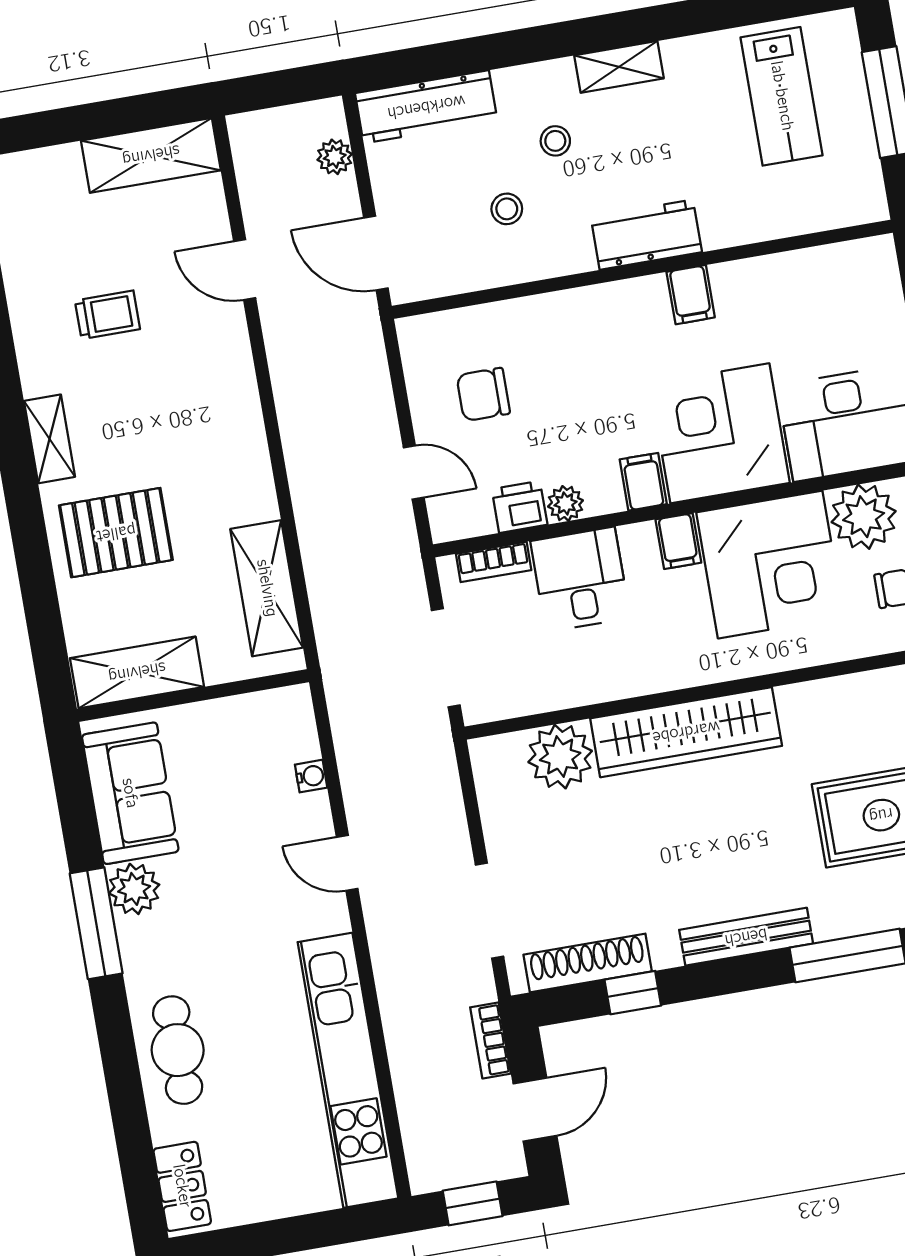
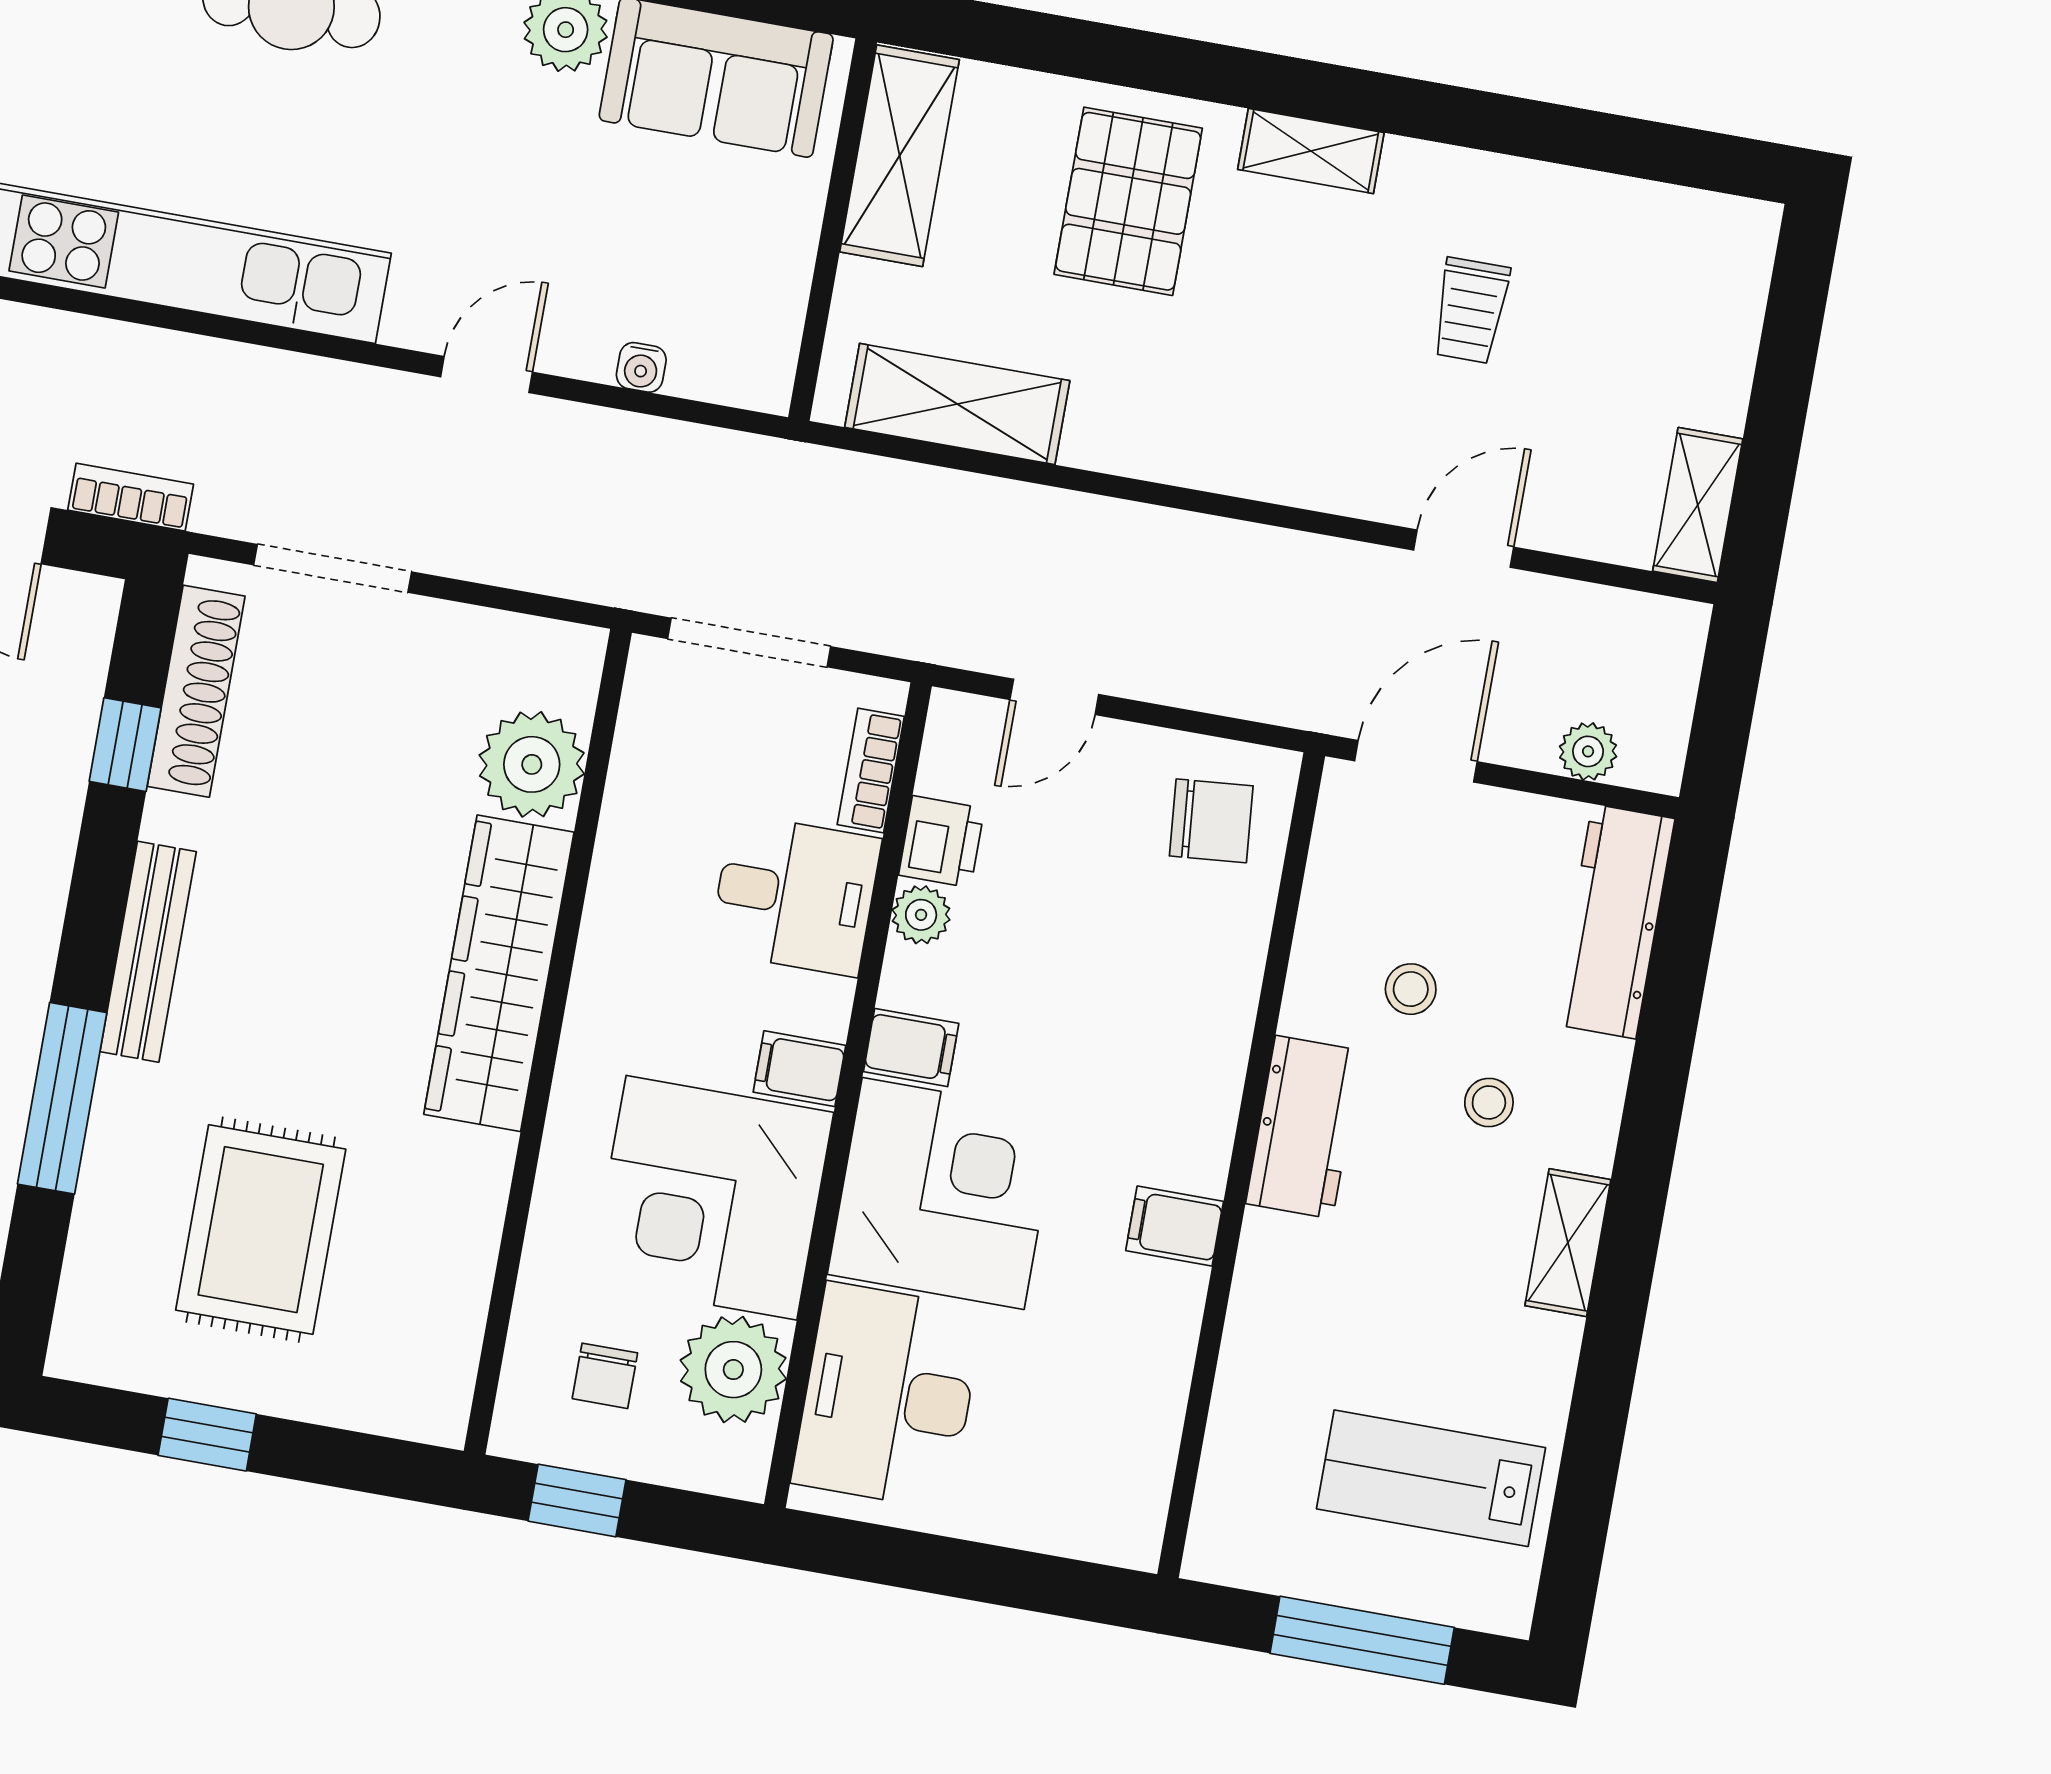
shelving: (151, 155) -> (1698, 505), width x0.67, depth x0.75
workbench: (646, 235) -> (1304, 1127), moved
chair: (483, 394) -> (1211, 821), moved, turned 85

